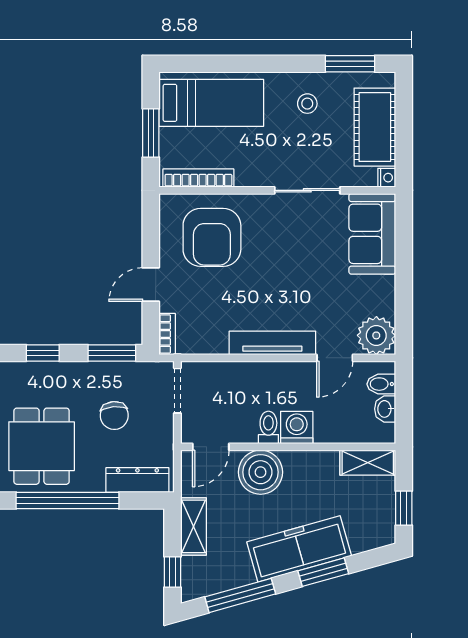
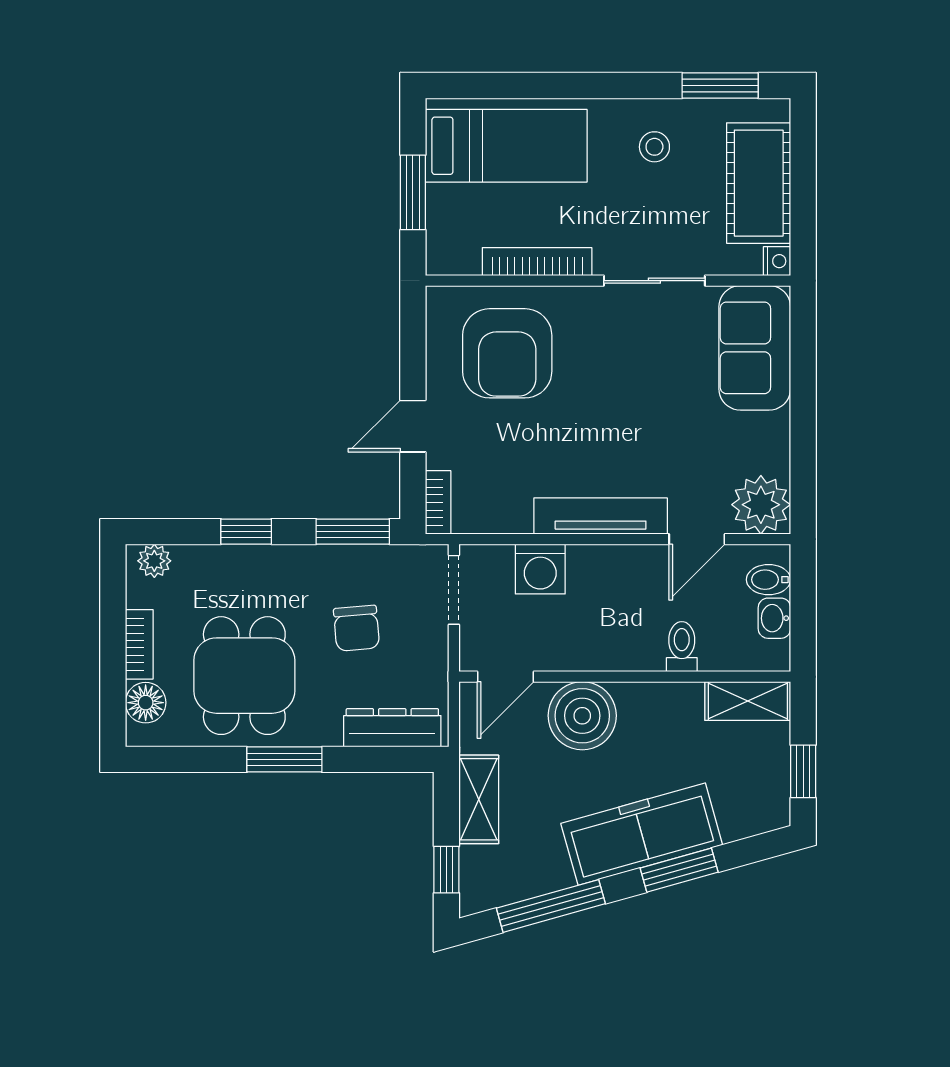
bookcase: (198, 178) -> (537, 262), moved
toilet: (268, 427) -> (682, 647), moved
washing machine: (297, 428) -> (540, 569), moved, turned 180
window: (68, 500) -> (284, 759), width x0.47

